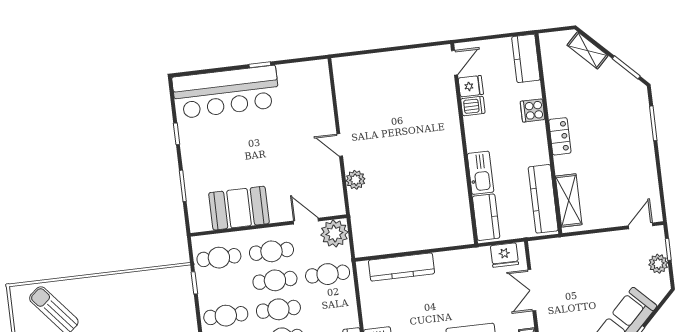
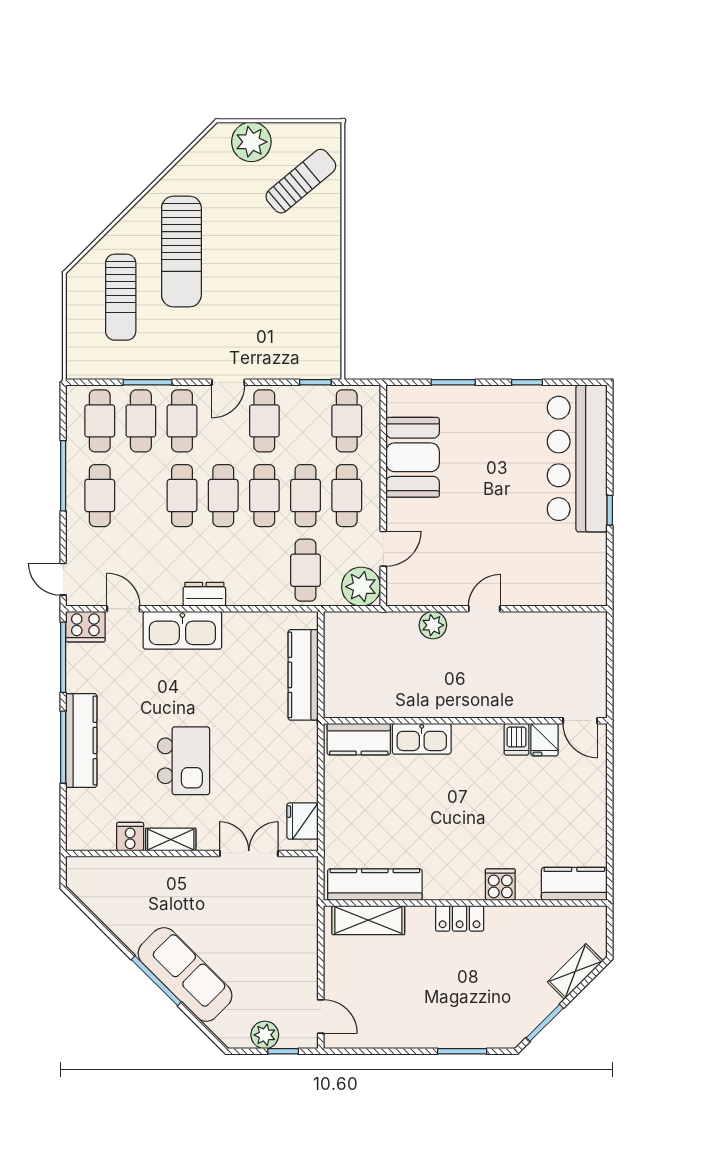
door: (454, 63) -> (580, 721), moved
fridge: (471, 86) -> (545, 740), moved
dishwasher: (473, 106) -> (516, 739), moved
wall: (464, 144) -> (465, 721), moved
kitchen sink: (481, 173) -> (422, 739), moved
kitchen counter: (486, 217) -> (359, 739), moved

